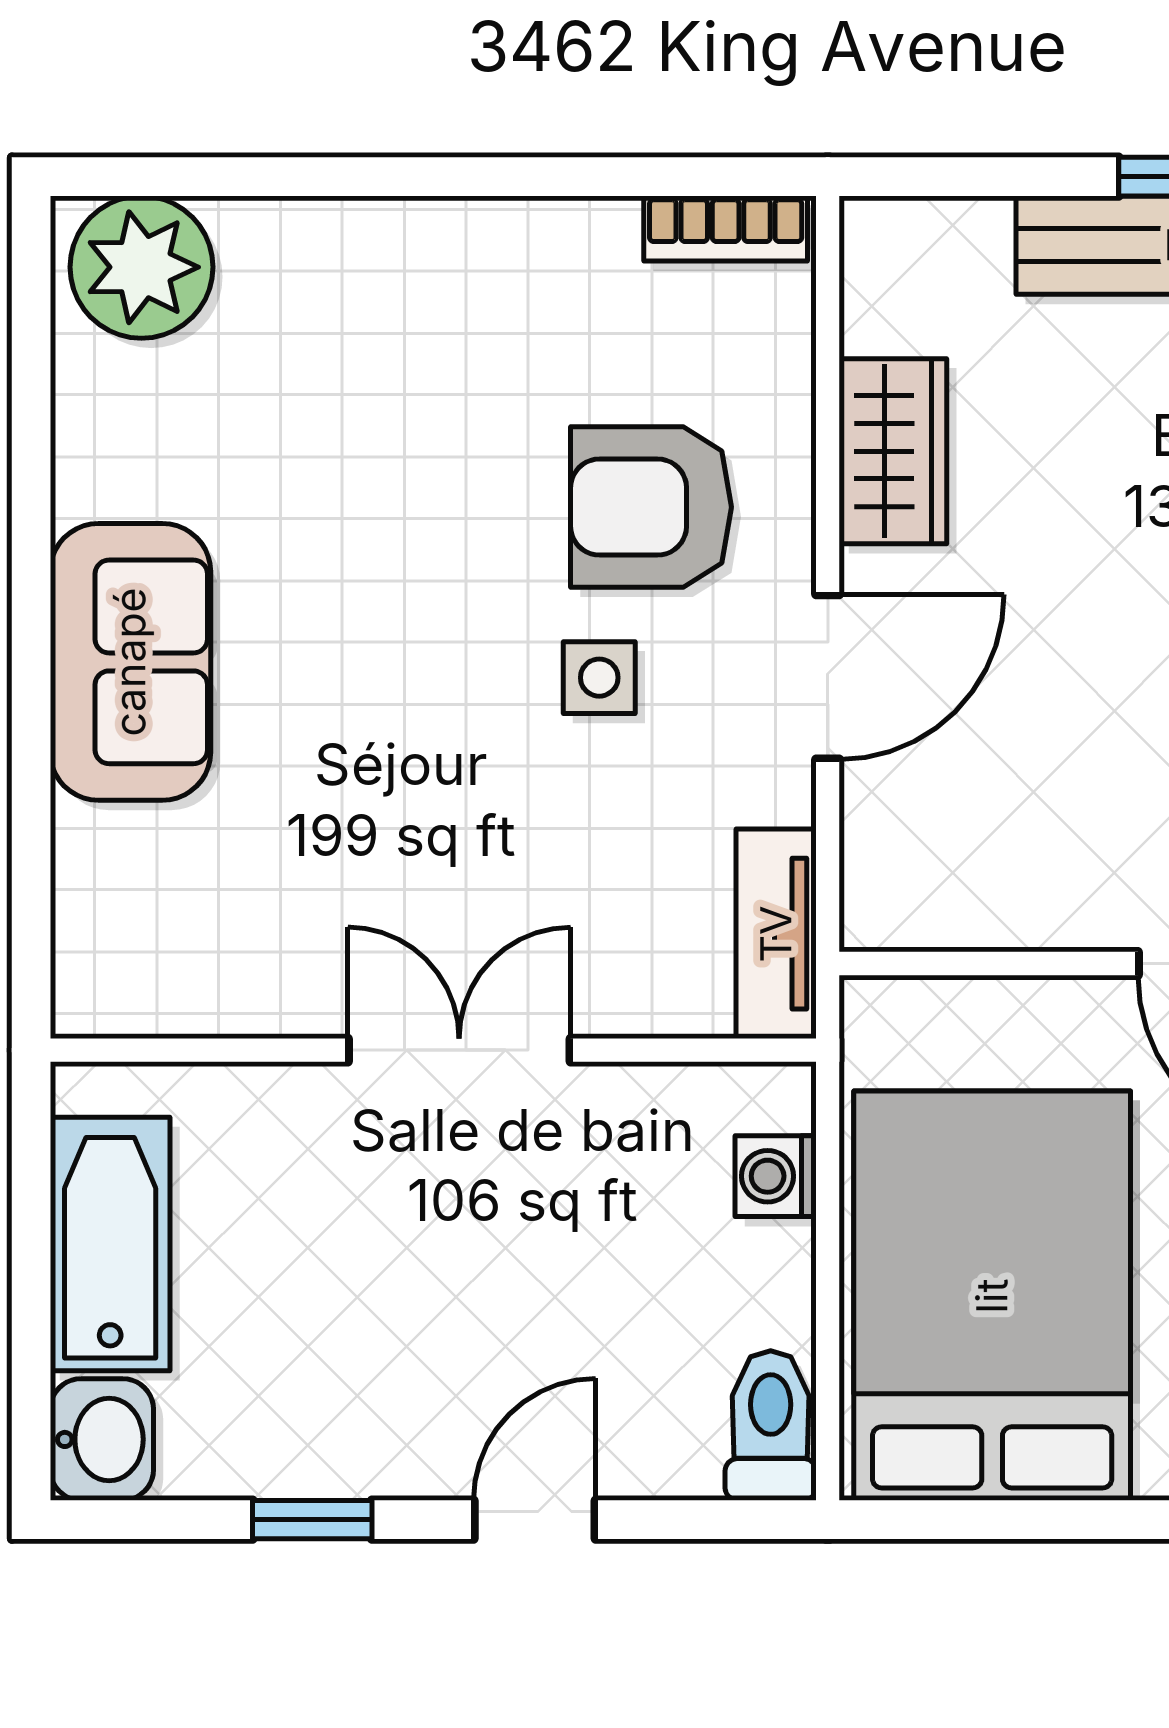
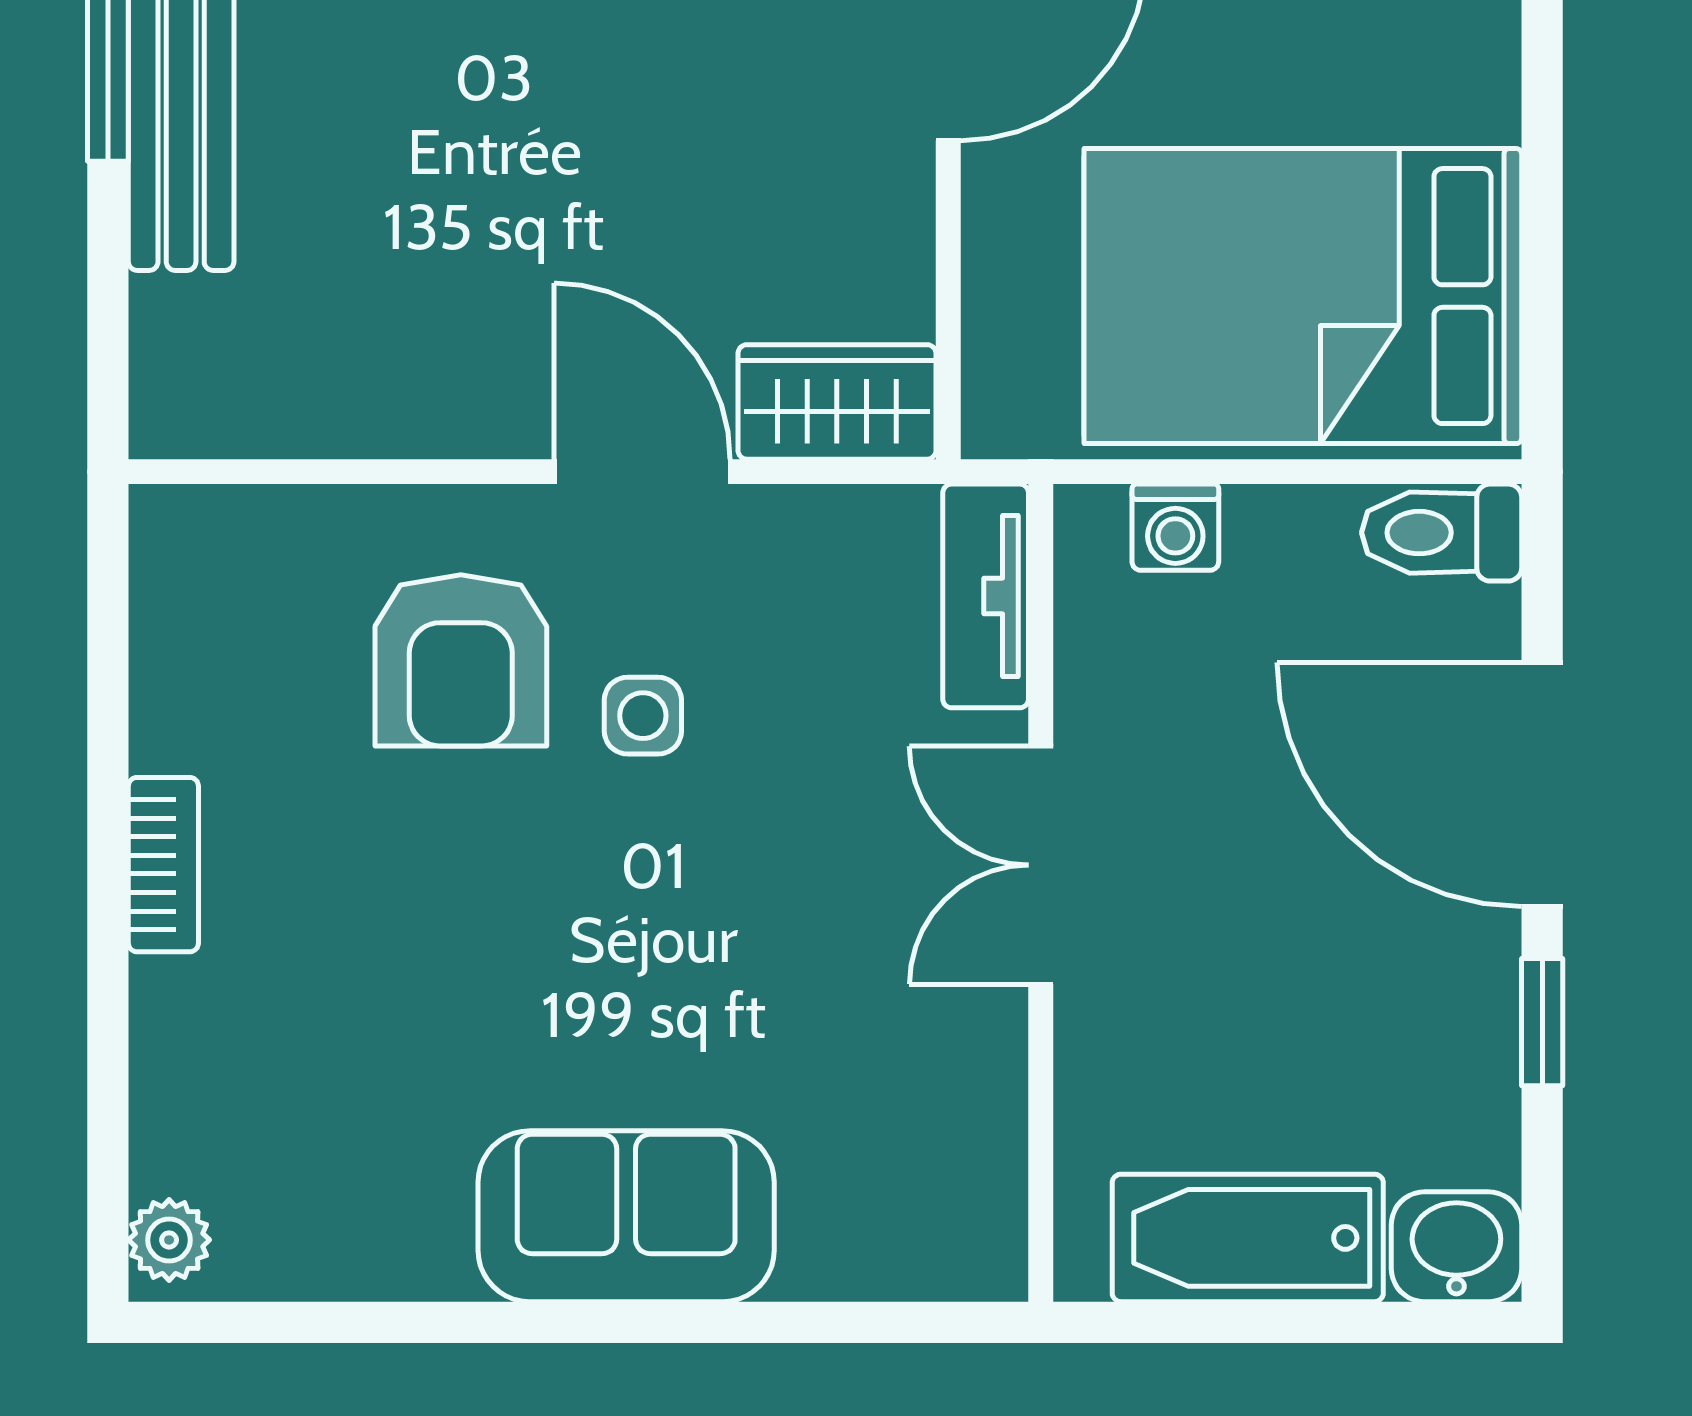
bookcase: (726, 229) -> (163, 865), moved
plant: (141, 267) -> (169, 1240), width x0.53, depth x0.53
wardrobe: (893, 451) -> (837, 402), moved
tv unit: (776, 934) -> (986, 596), moved, turned 90
door: (535, 1520) -> (1542, 785), width x1.88

